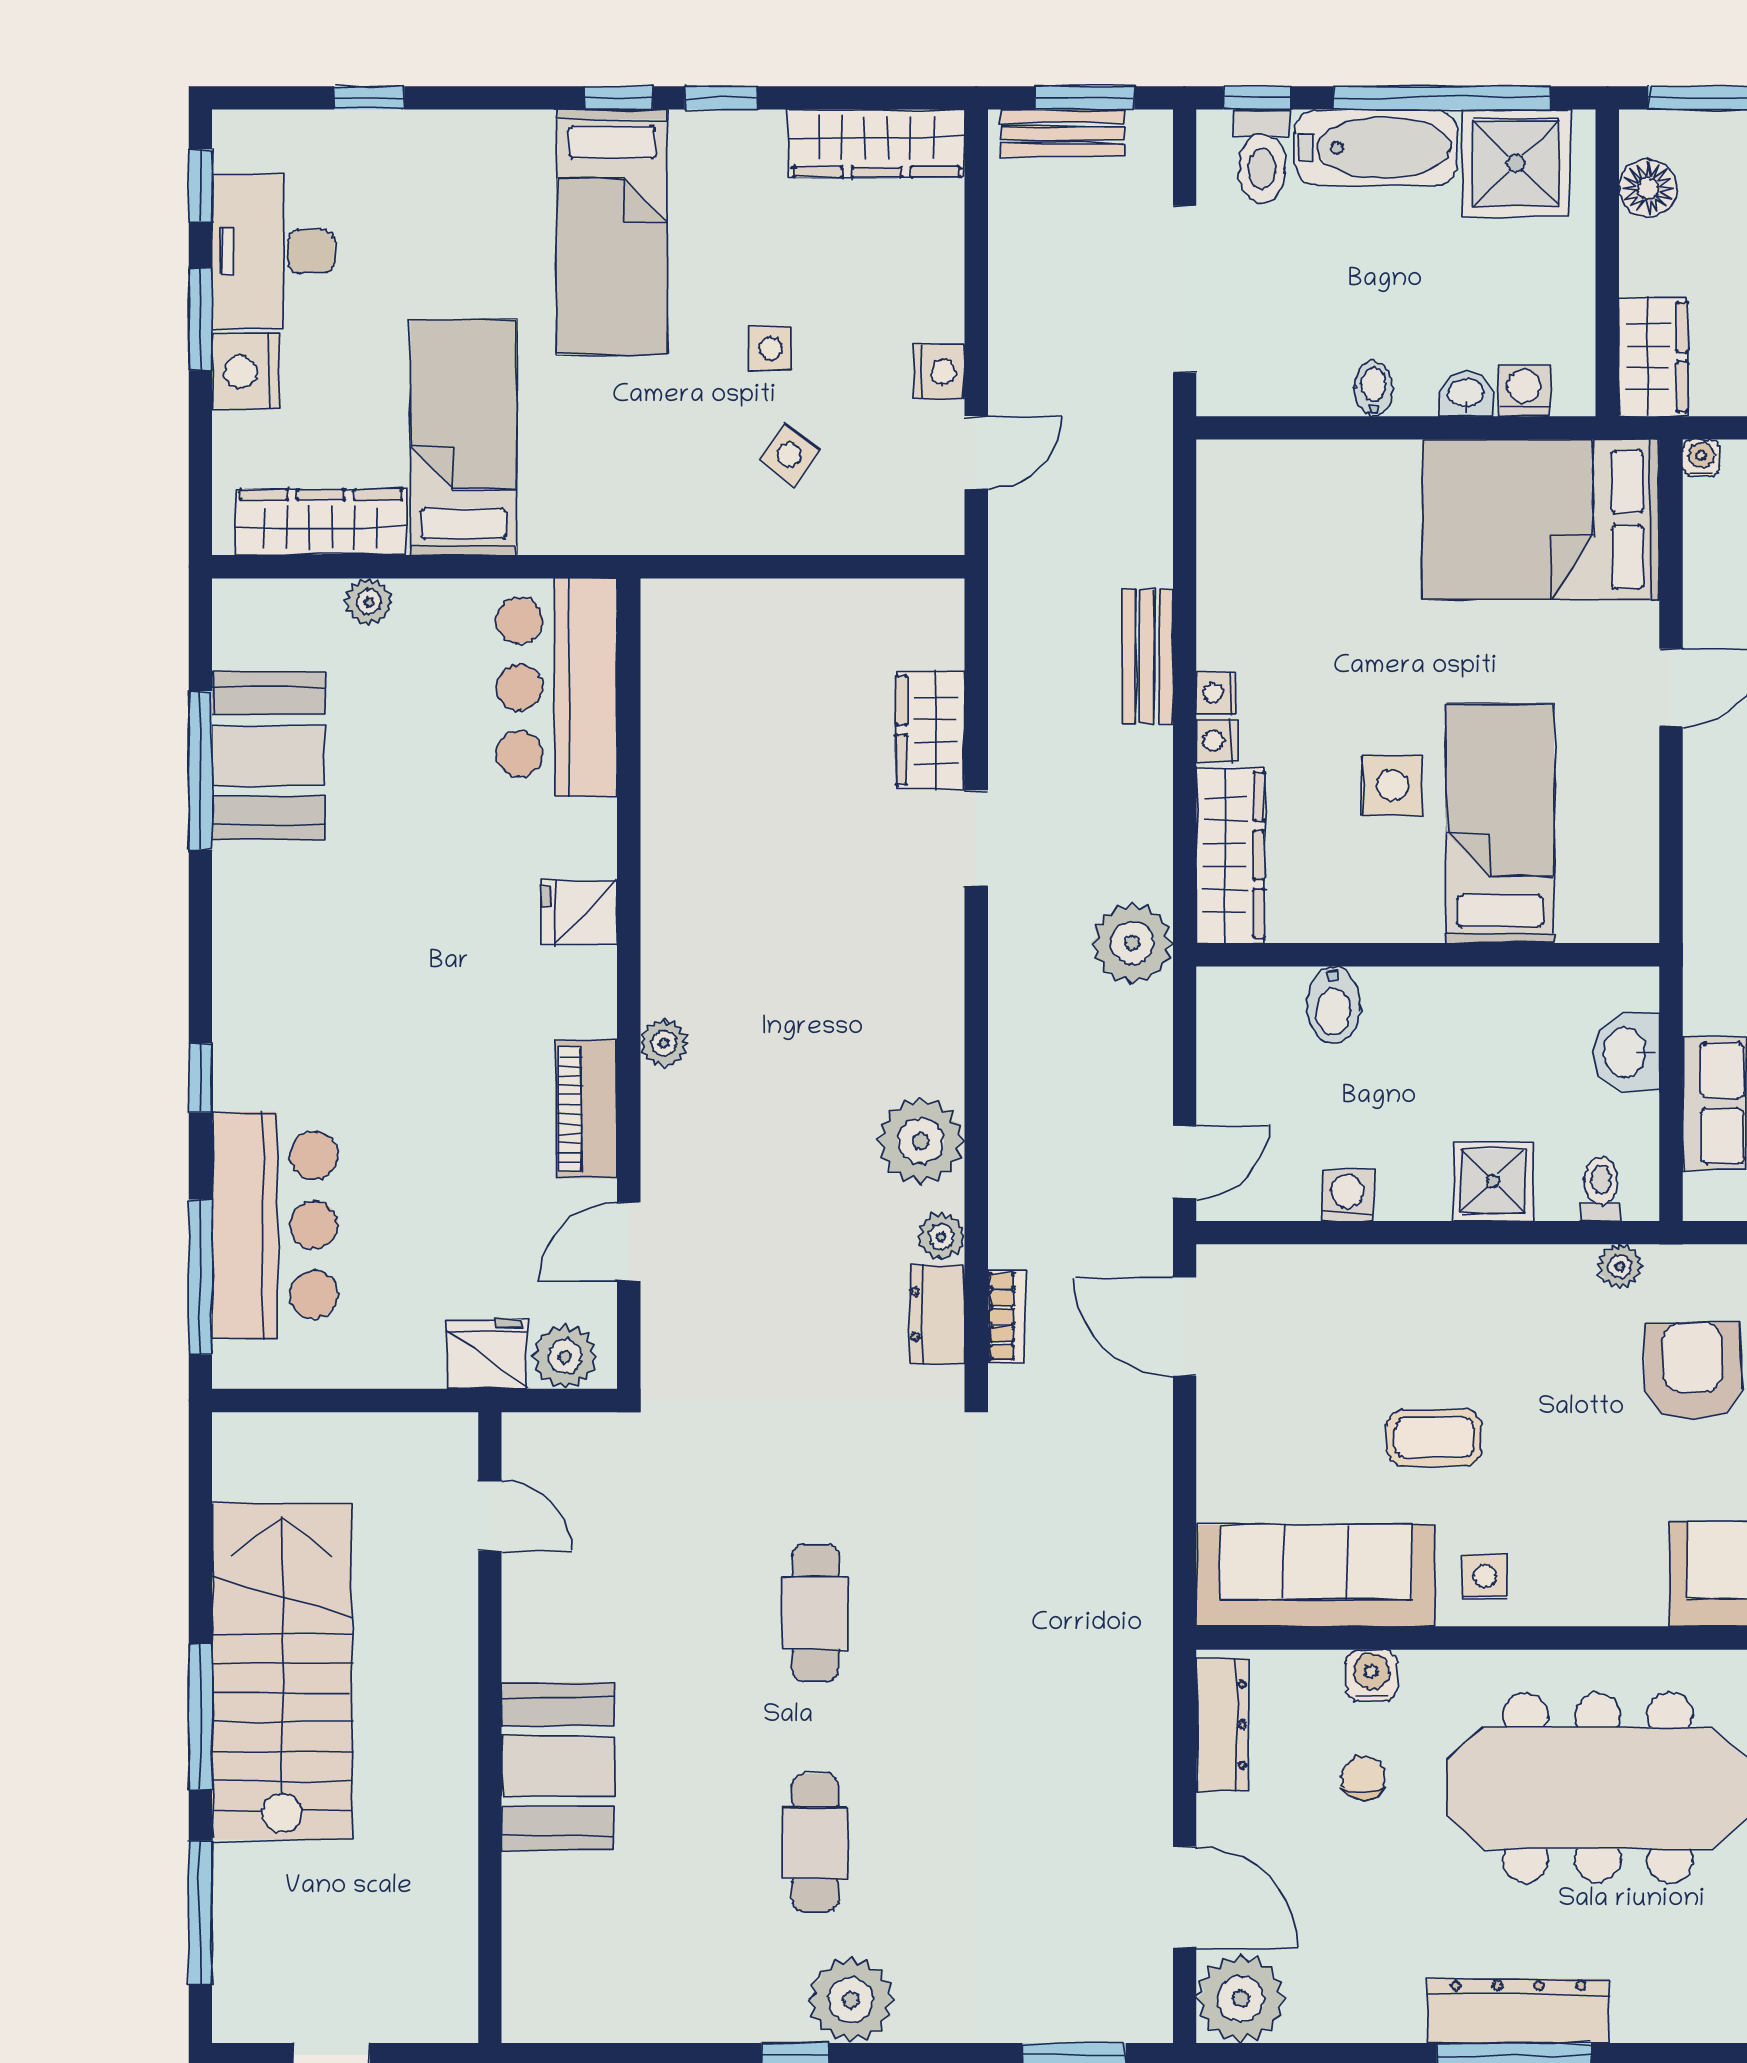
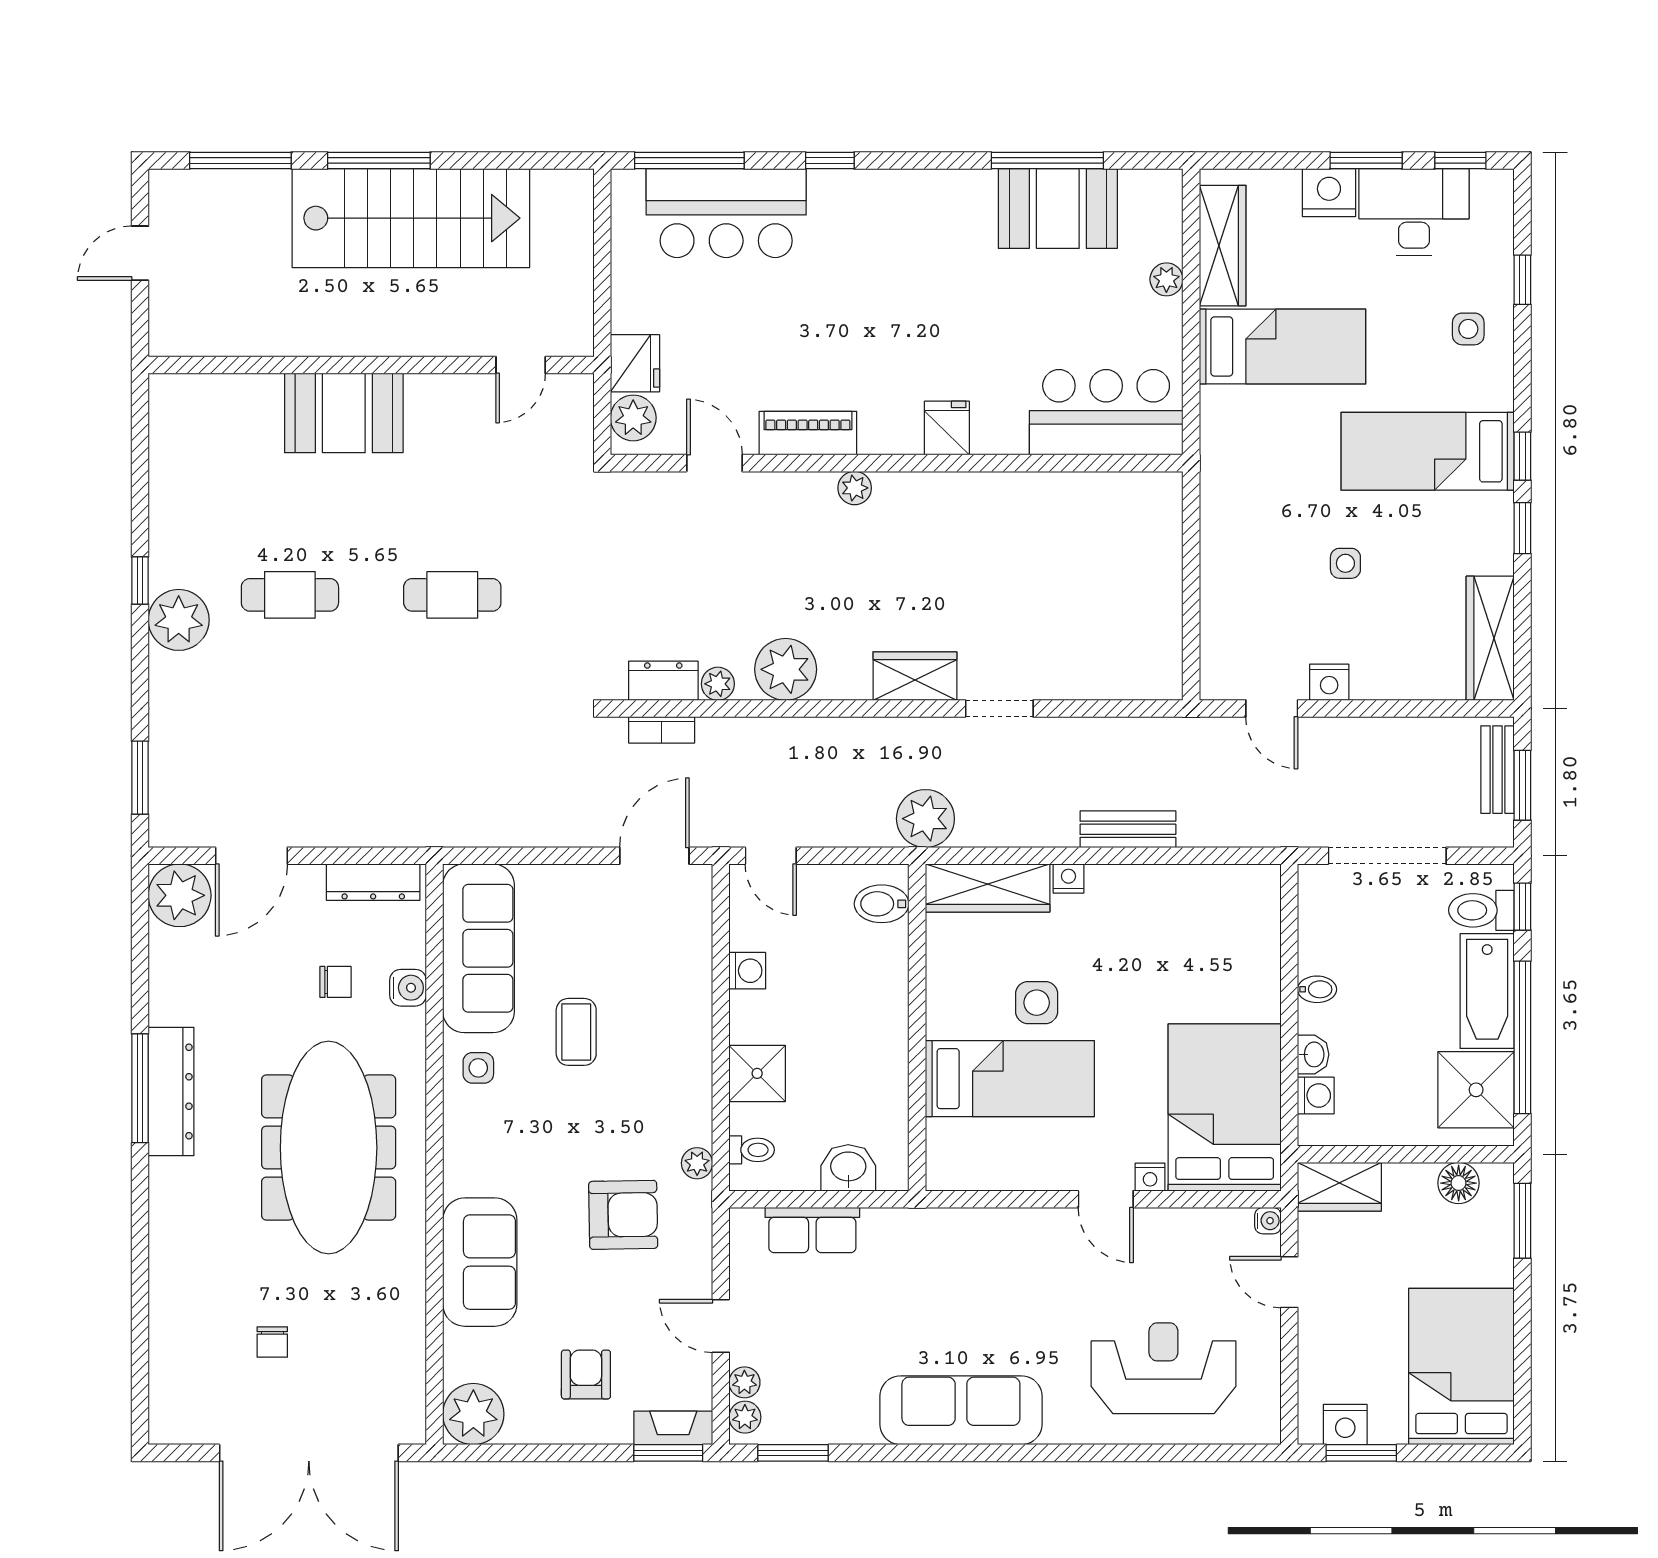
side table: (789, 455) -> (1468, 329), moved, turned -37
nightstand: (1216, 693) -> (1150, 1177), moved, turned 180
wardrobe: (930, 730) -> (915, 676), moved
bidet: (1333, 1005) -> (882, 904), moved

